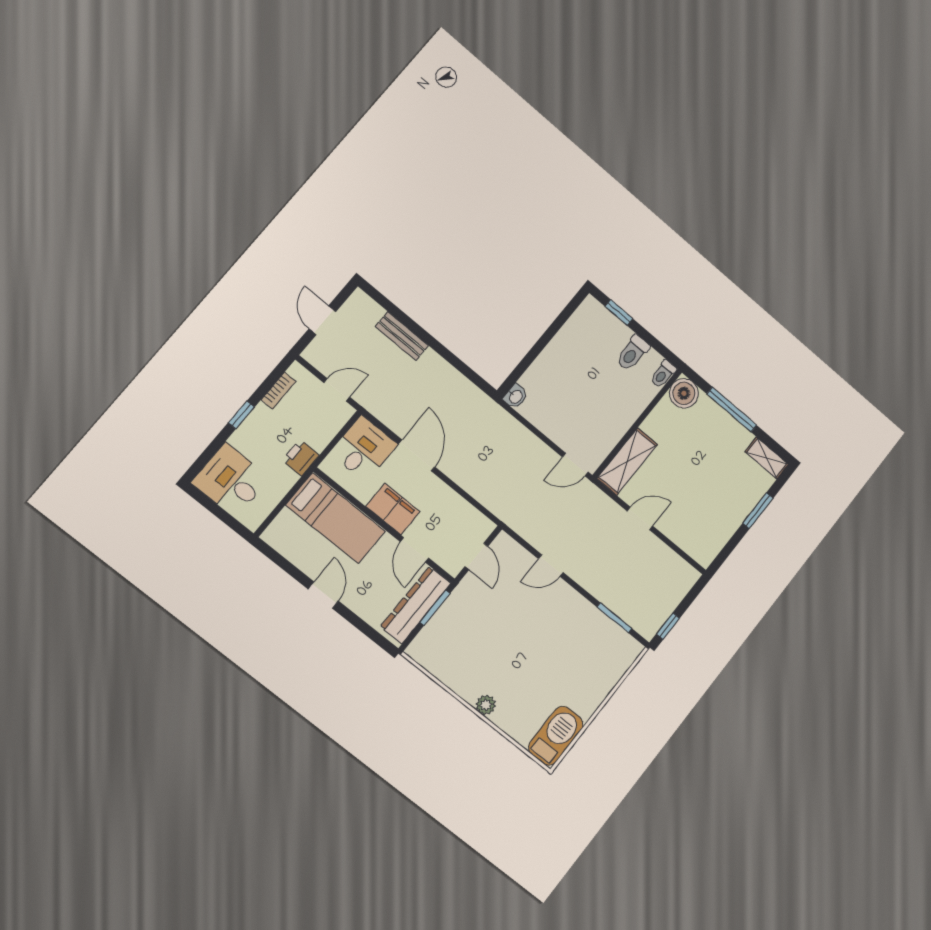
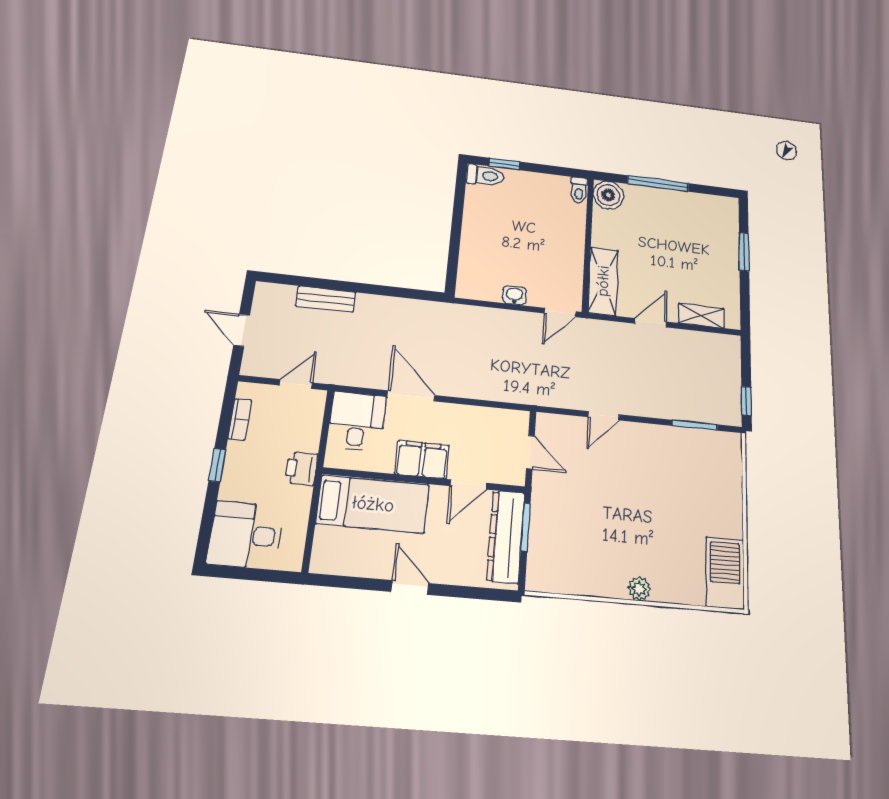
toilet: (633, 353) -> (485, 176), moved, turned -90
washbasin: (516, 397) -> (515, 295), moved, turned -90
shelving: (767, 458) -> (701, 316), moved
door: (415, 550) -> (469, 484), hinge flipped

